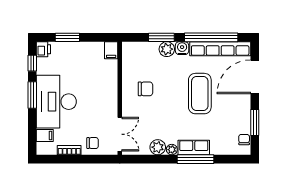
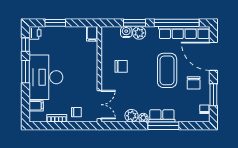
water cooler: (182, 48) -> (126, 32), moved
door: (255, 77) -> (213, 56), hinge flipped
chair: (231, 108) -> (194, 83), added

